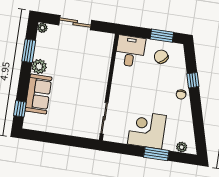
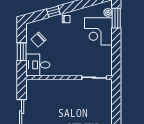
window: (162, 36) -> (22, 52), moved
corner desk: (147, 130) -> (98, 31), moved
window: (156, 154) -> (116, 18), moved

